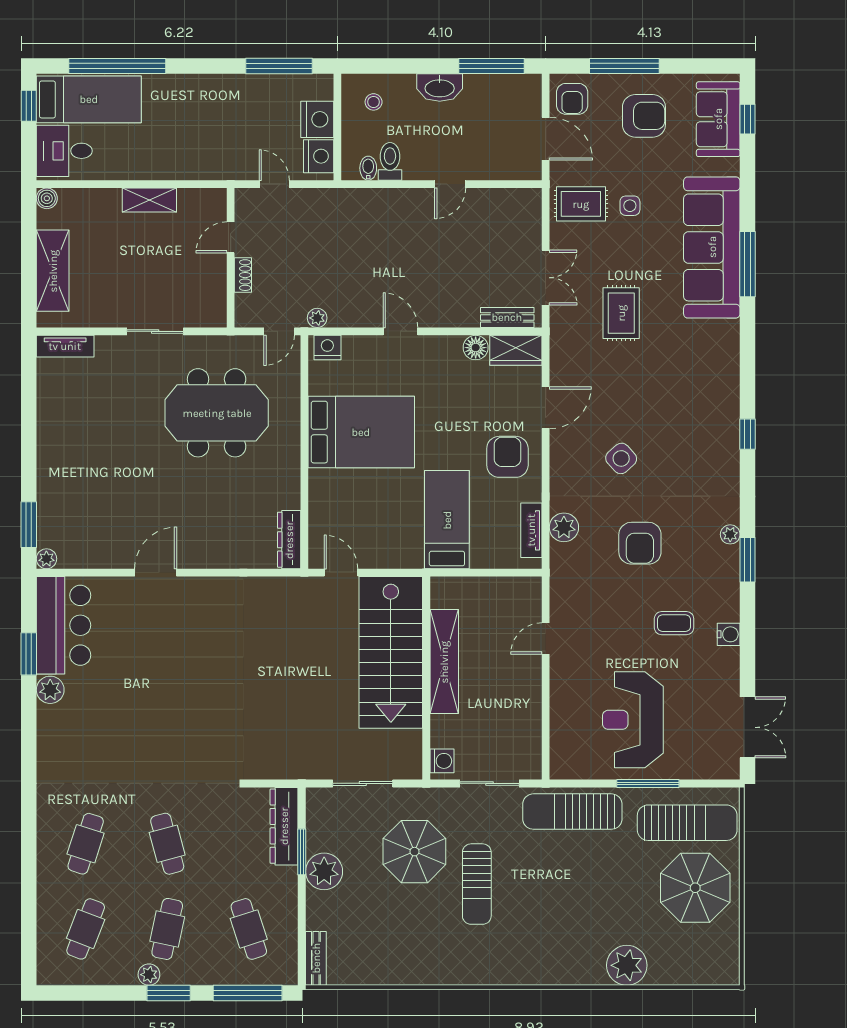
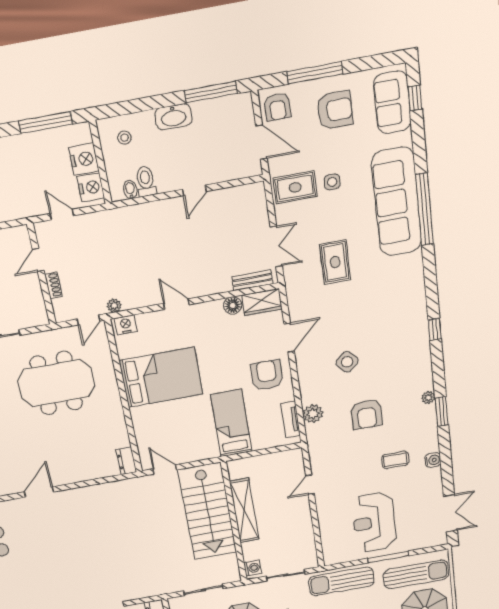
window: (747, 264) -> (425, 209), width x1.46
dresser: (289, 540) -> (126, 461), width x0.70

